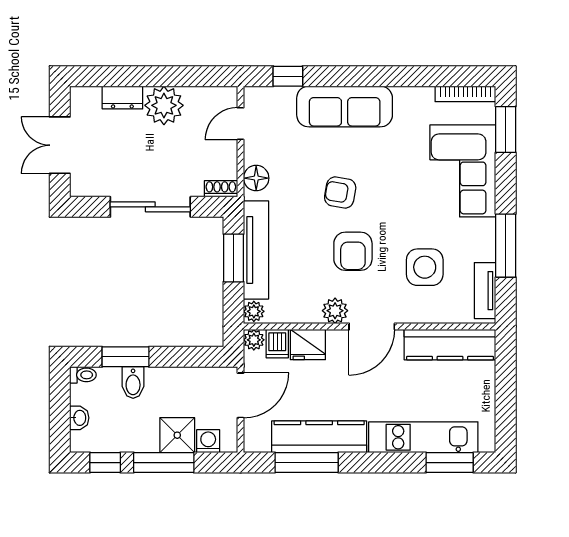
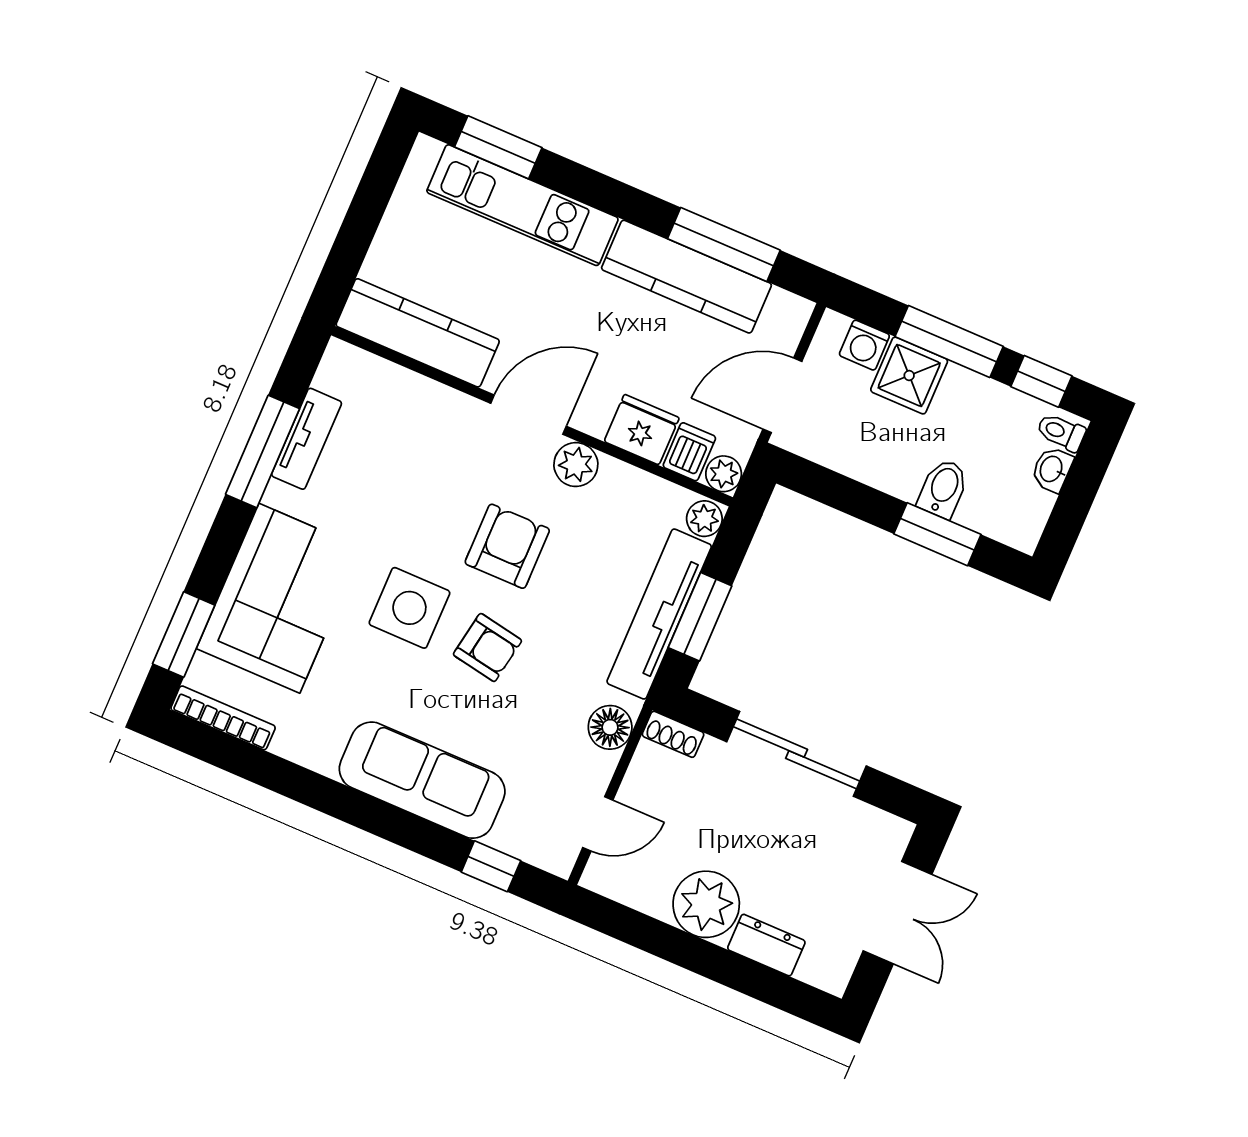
side table: (425, 267) -> (409, 608), moved
tv unit: (485, 291) -> (307, 439), moved
toilet: (83, 375) -> (1061, 432), moved

